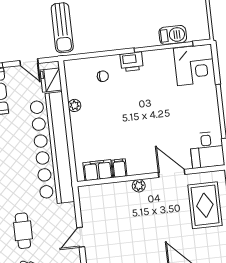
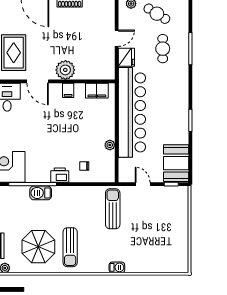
barbecue: (173, 35) -> (41, 193), moved
fridge: (51, 80) -> (126, 57), moved
filing cabinet: (119, 168) -> (68, 90), moved
plant: (139, 186) -> (65, 70), width x1.88, depth x1.88

